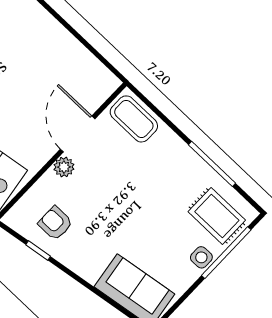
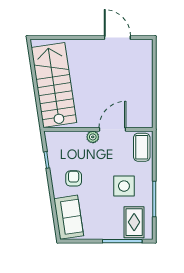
armchair: (55, 223) -> (74, 178), moved
side table: (201, 257) -> (124, 186), moved, width x1.87, depth x1.87

